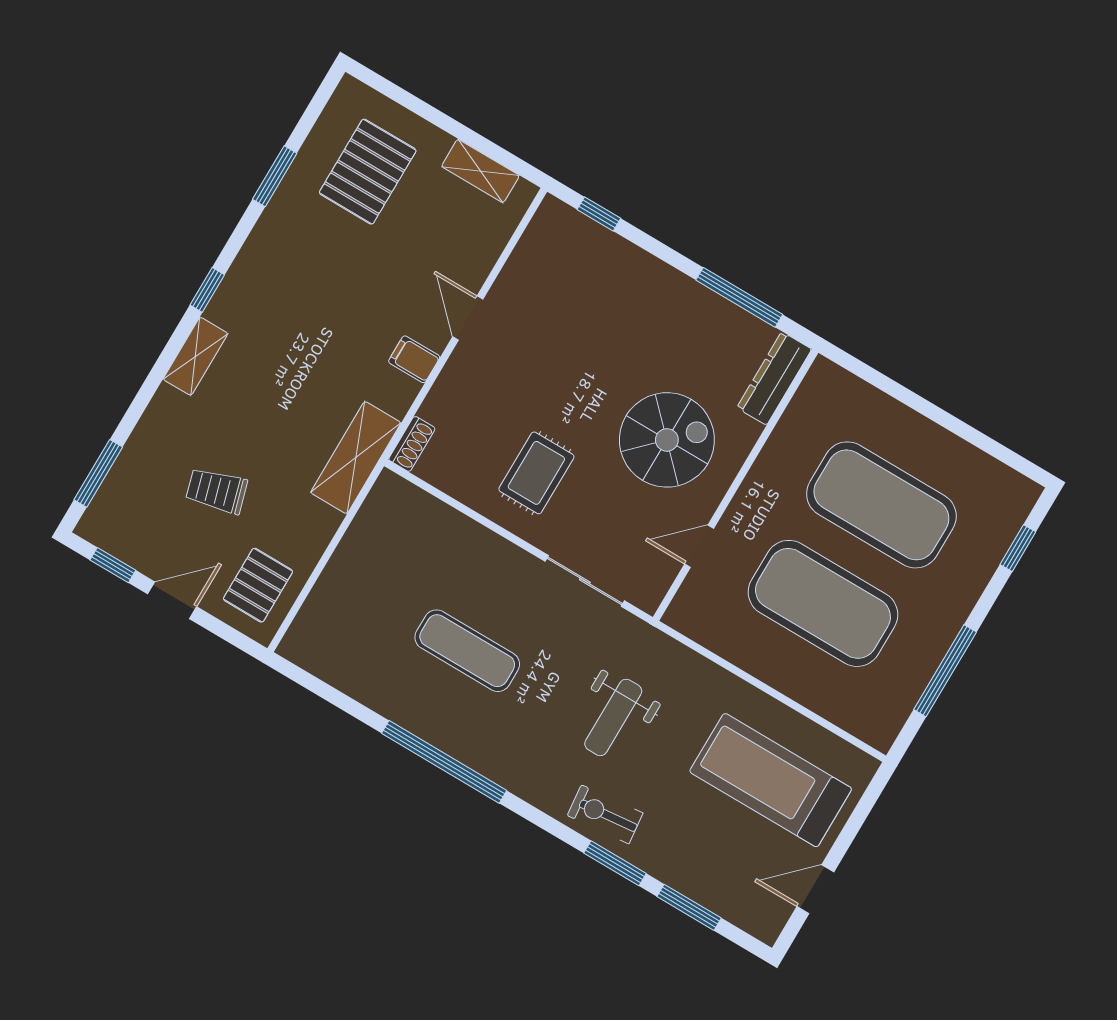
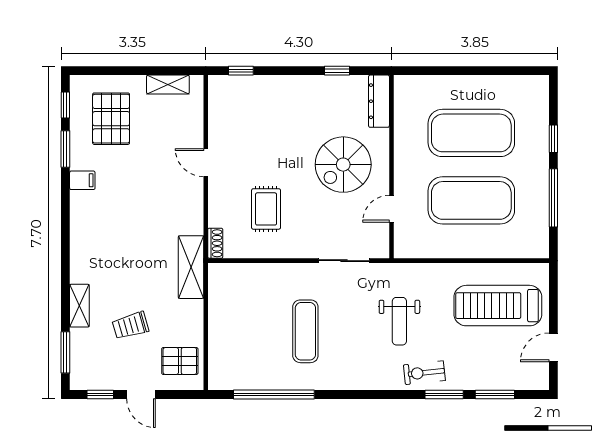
window: (207, 290) -> (65, 105), moved
window: (739, 297) -> (337, 71), width x0.46
shelving: (195, 356) -> (79, 306), moved
filing cabinet: (414, 359) -> (82, 180), moved, turned 180
spiral stairs: (667, 440) -> (343, 165), turned 180
rug: (536, 473) -> (266, 209), moved
window: (1018, 548) -> (553, 139), moved
pallet: (258, 585) -> (180, 361), turned 90
door: (172, 600) -> (141, 394), swing flipped
exercise mat: (467, 651) -> (305, 331), turned 90
window: (444, 762) -> (274, 394), moved

